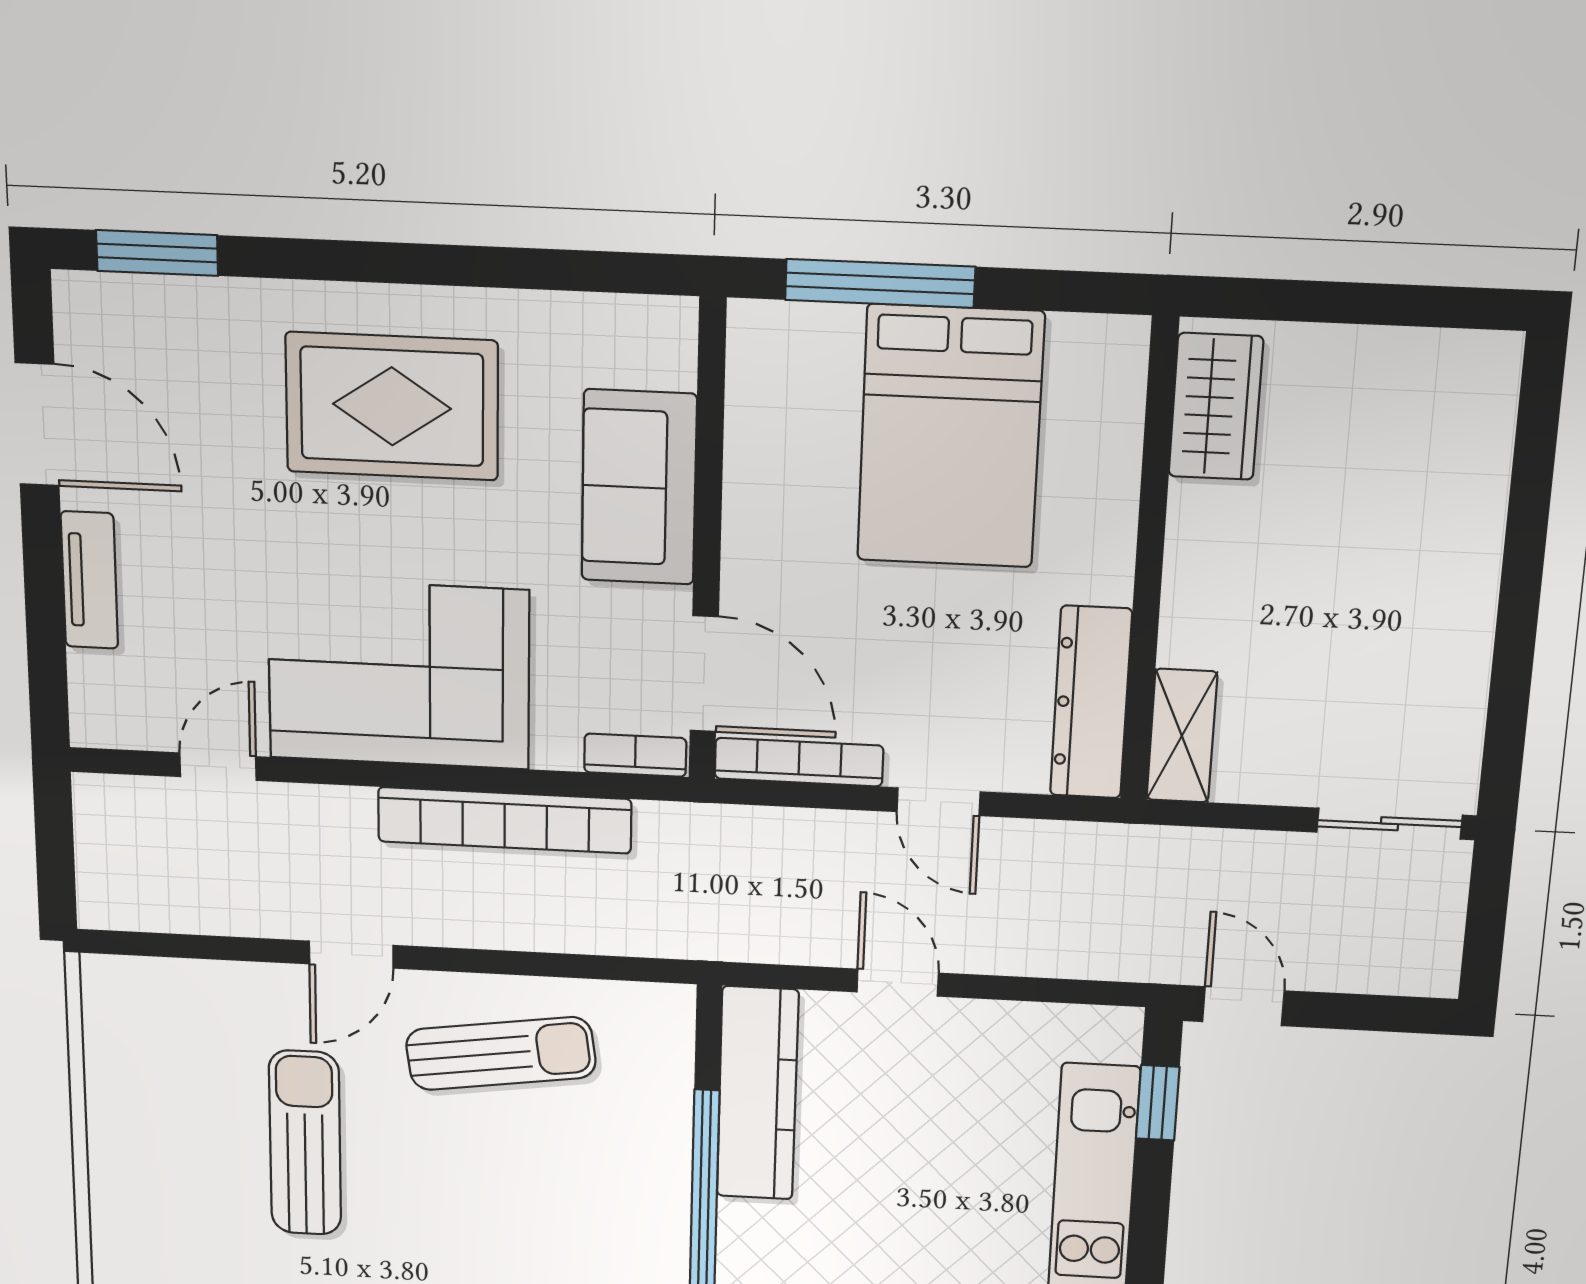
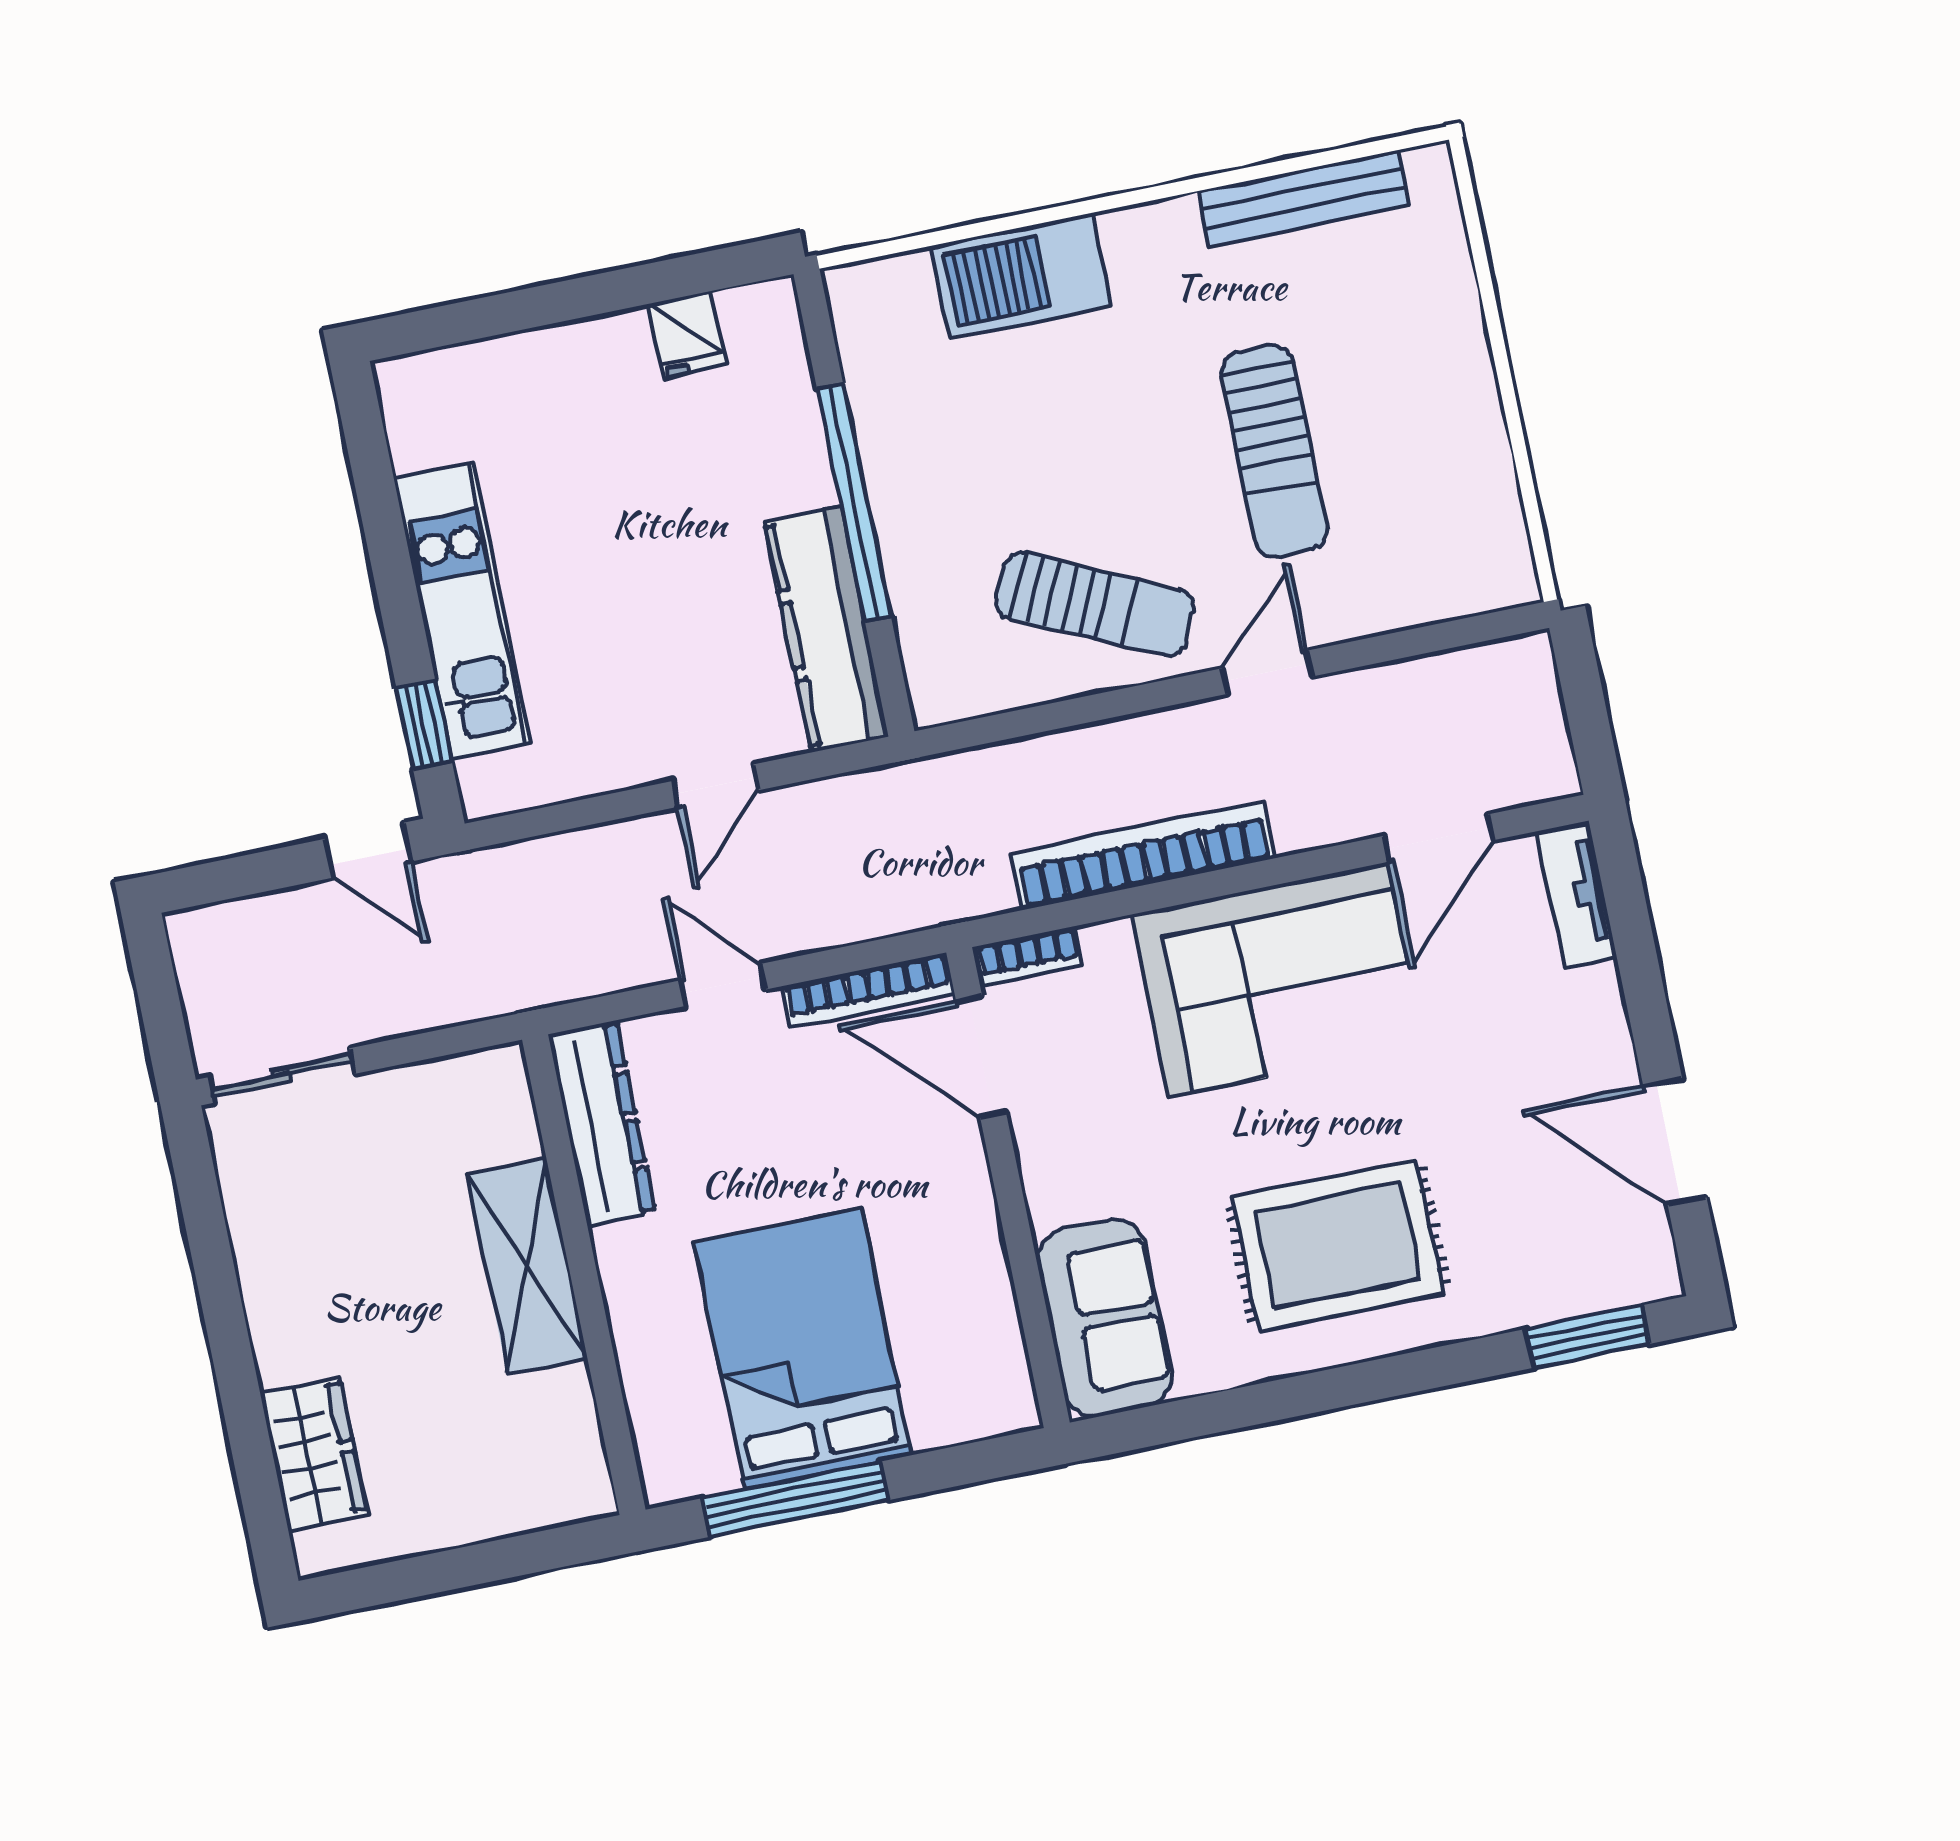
window: (880, 283) -> (795, 1499), moved
wardrobe: (1216, 407) -> (314, 1454), moved, turned 180
sofa: (639, 487) -> (1104, 1318), moved
tv unit: (89, 580) -> (1577, 894), moved
shelving: (1182, 736) -> (527, 1266), moved, width x1.50, depth x1.33
door: (218, 767) -> (1438, 838), width x1.38
door: (898, 983) -> (715, 786), hinge flipped
sun lounger: (501, 1053) -> (1095, 604), turned -147

